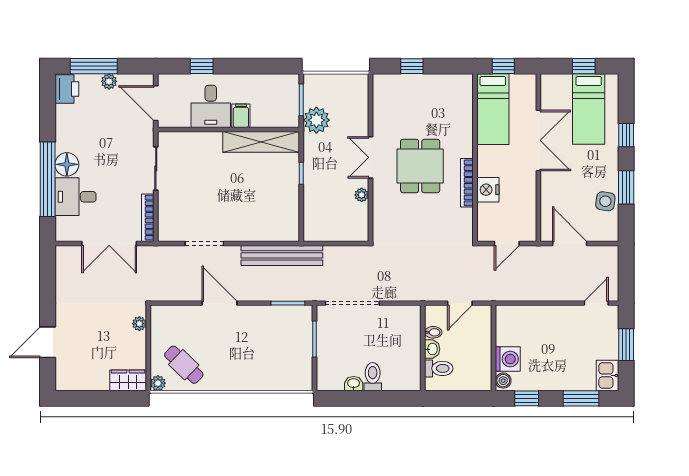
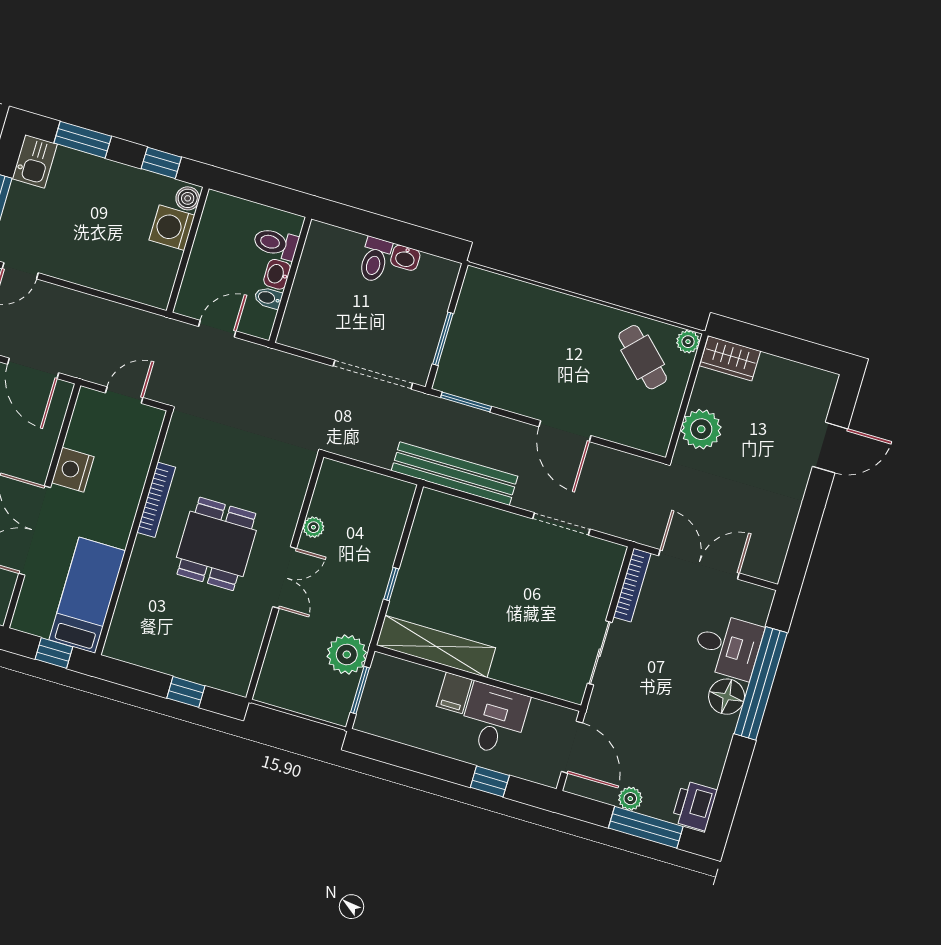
nightstand: (488, 190) -> (73, 470), moved, turned 180
plant: (139, 324) -> (701, 429), width x1.87, depth x1.87

